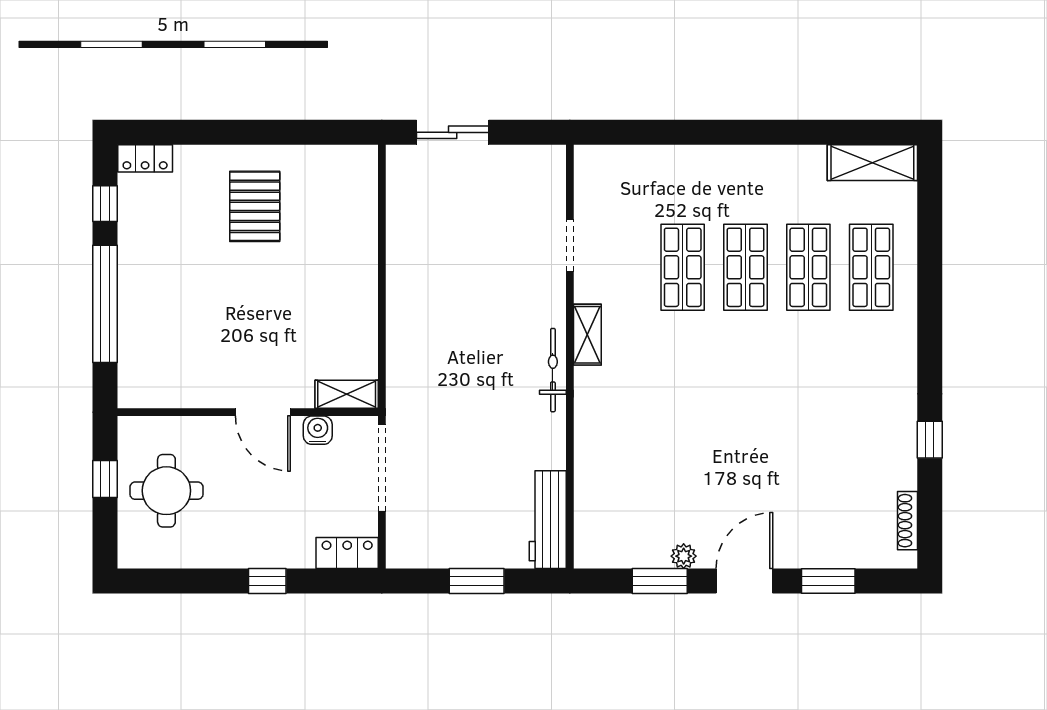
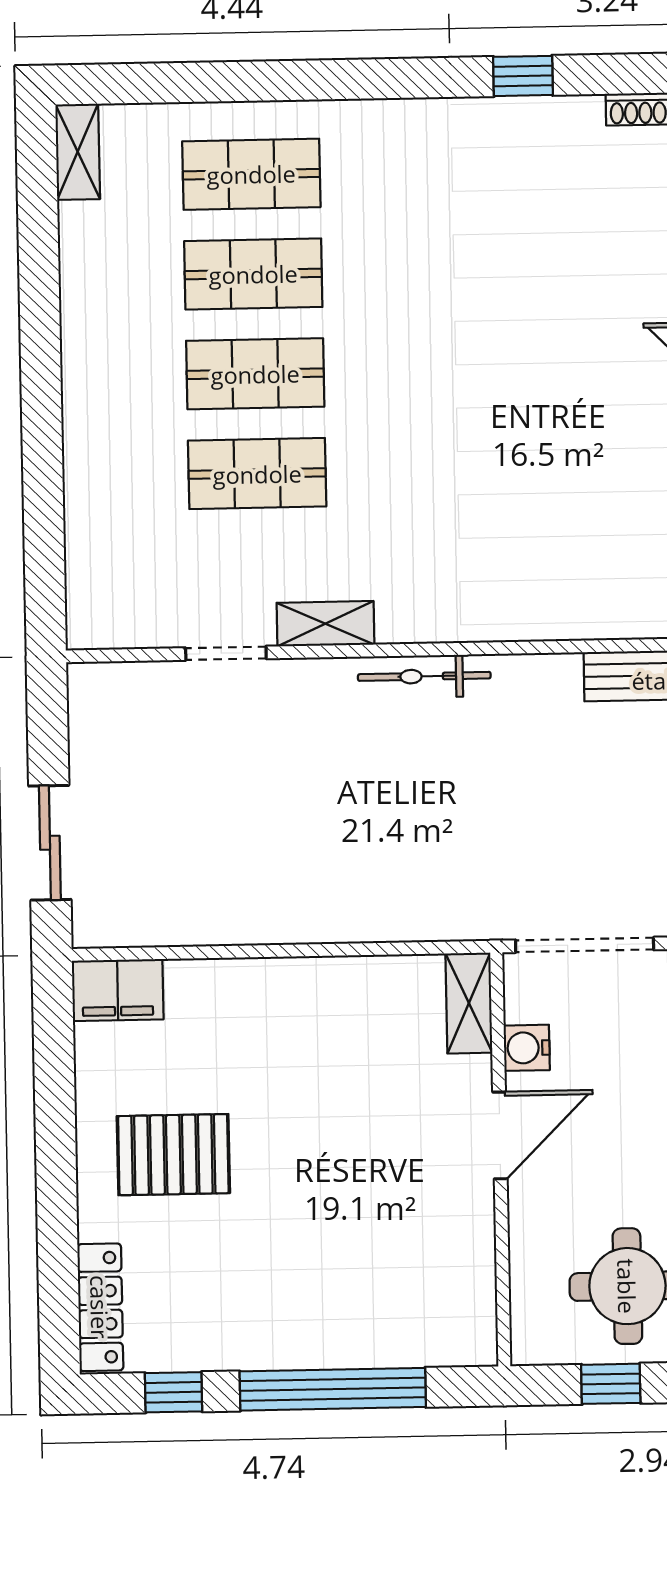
locker: (145, 158) -> (100, 1307), width x1.53
shelving: (872, 163) -> (78, 152), width x0.67, depth x0.75
filing cabinet: (359, 173) -> (118, 990), added
shelving: (587, 335) -> (325, 624), moved

